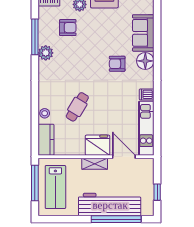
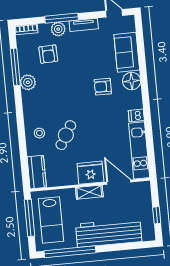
armchair: (68, 28) -> (48, 54), turned 88
stool: (45, 113) -> (39, 133), moved
window: (116, 219) -> (70, 252), moved

